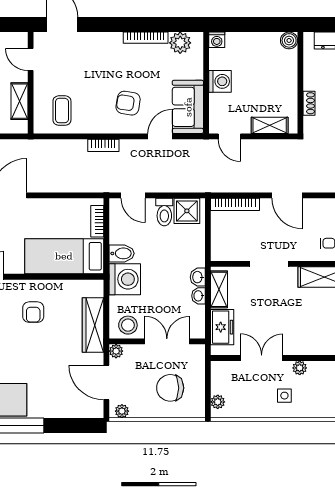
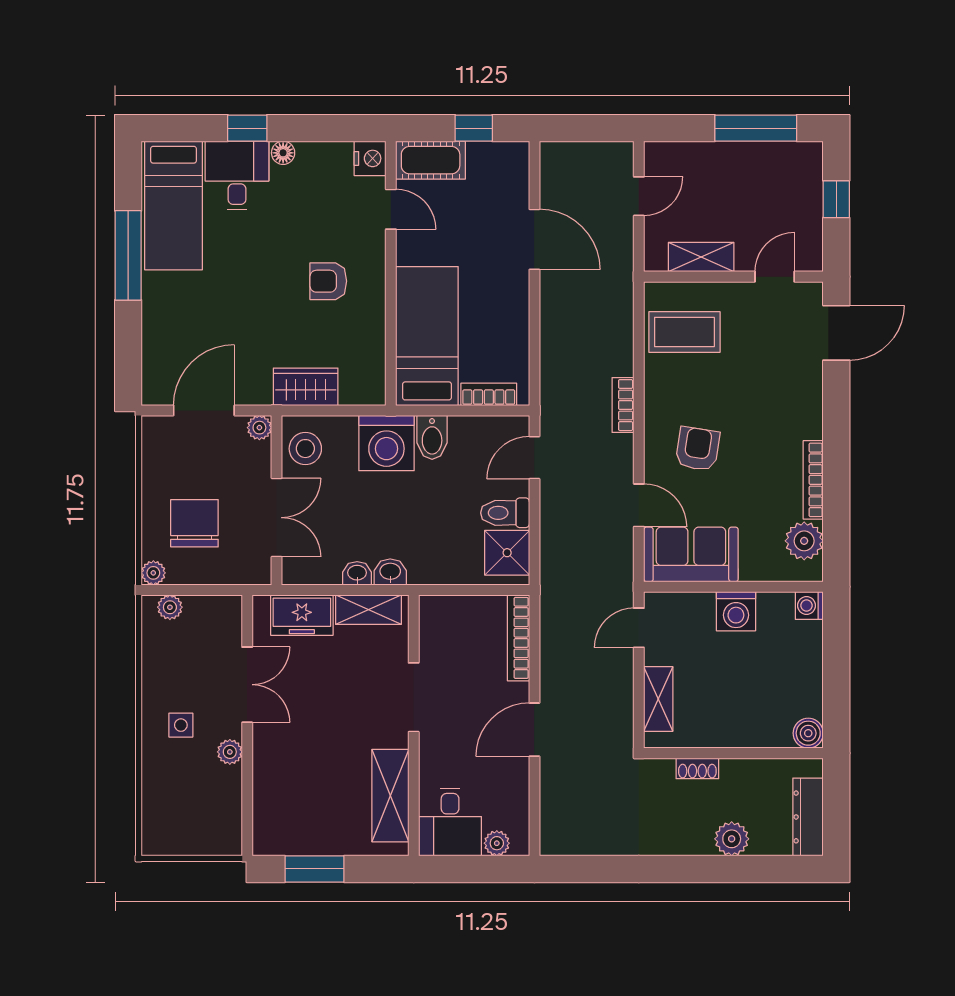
coffee table: (62, 111) -> (684, 332), width x1.36, depth x1.30
wardrobe: (93, 325) -> (306, 387), width x0.67
plant: (122, 411) -> (153, 573), moved

